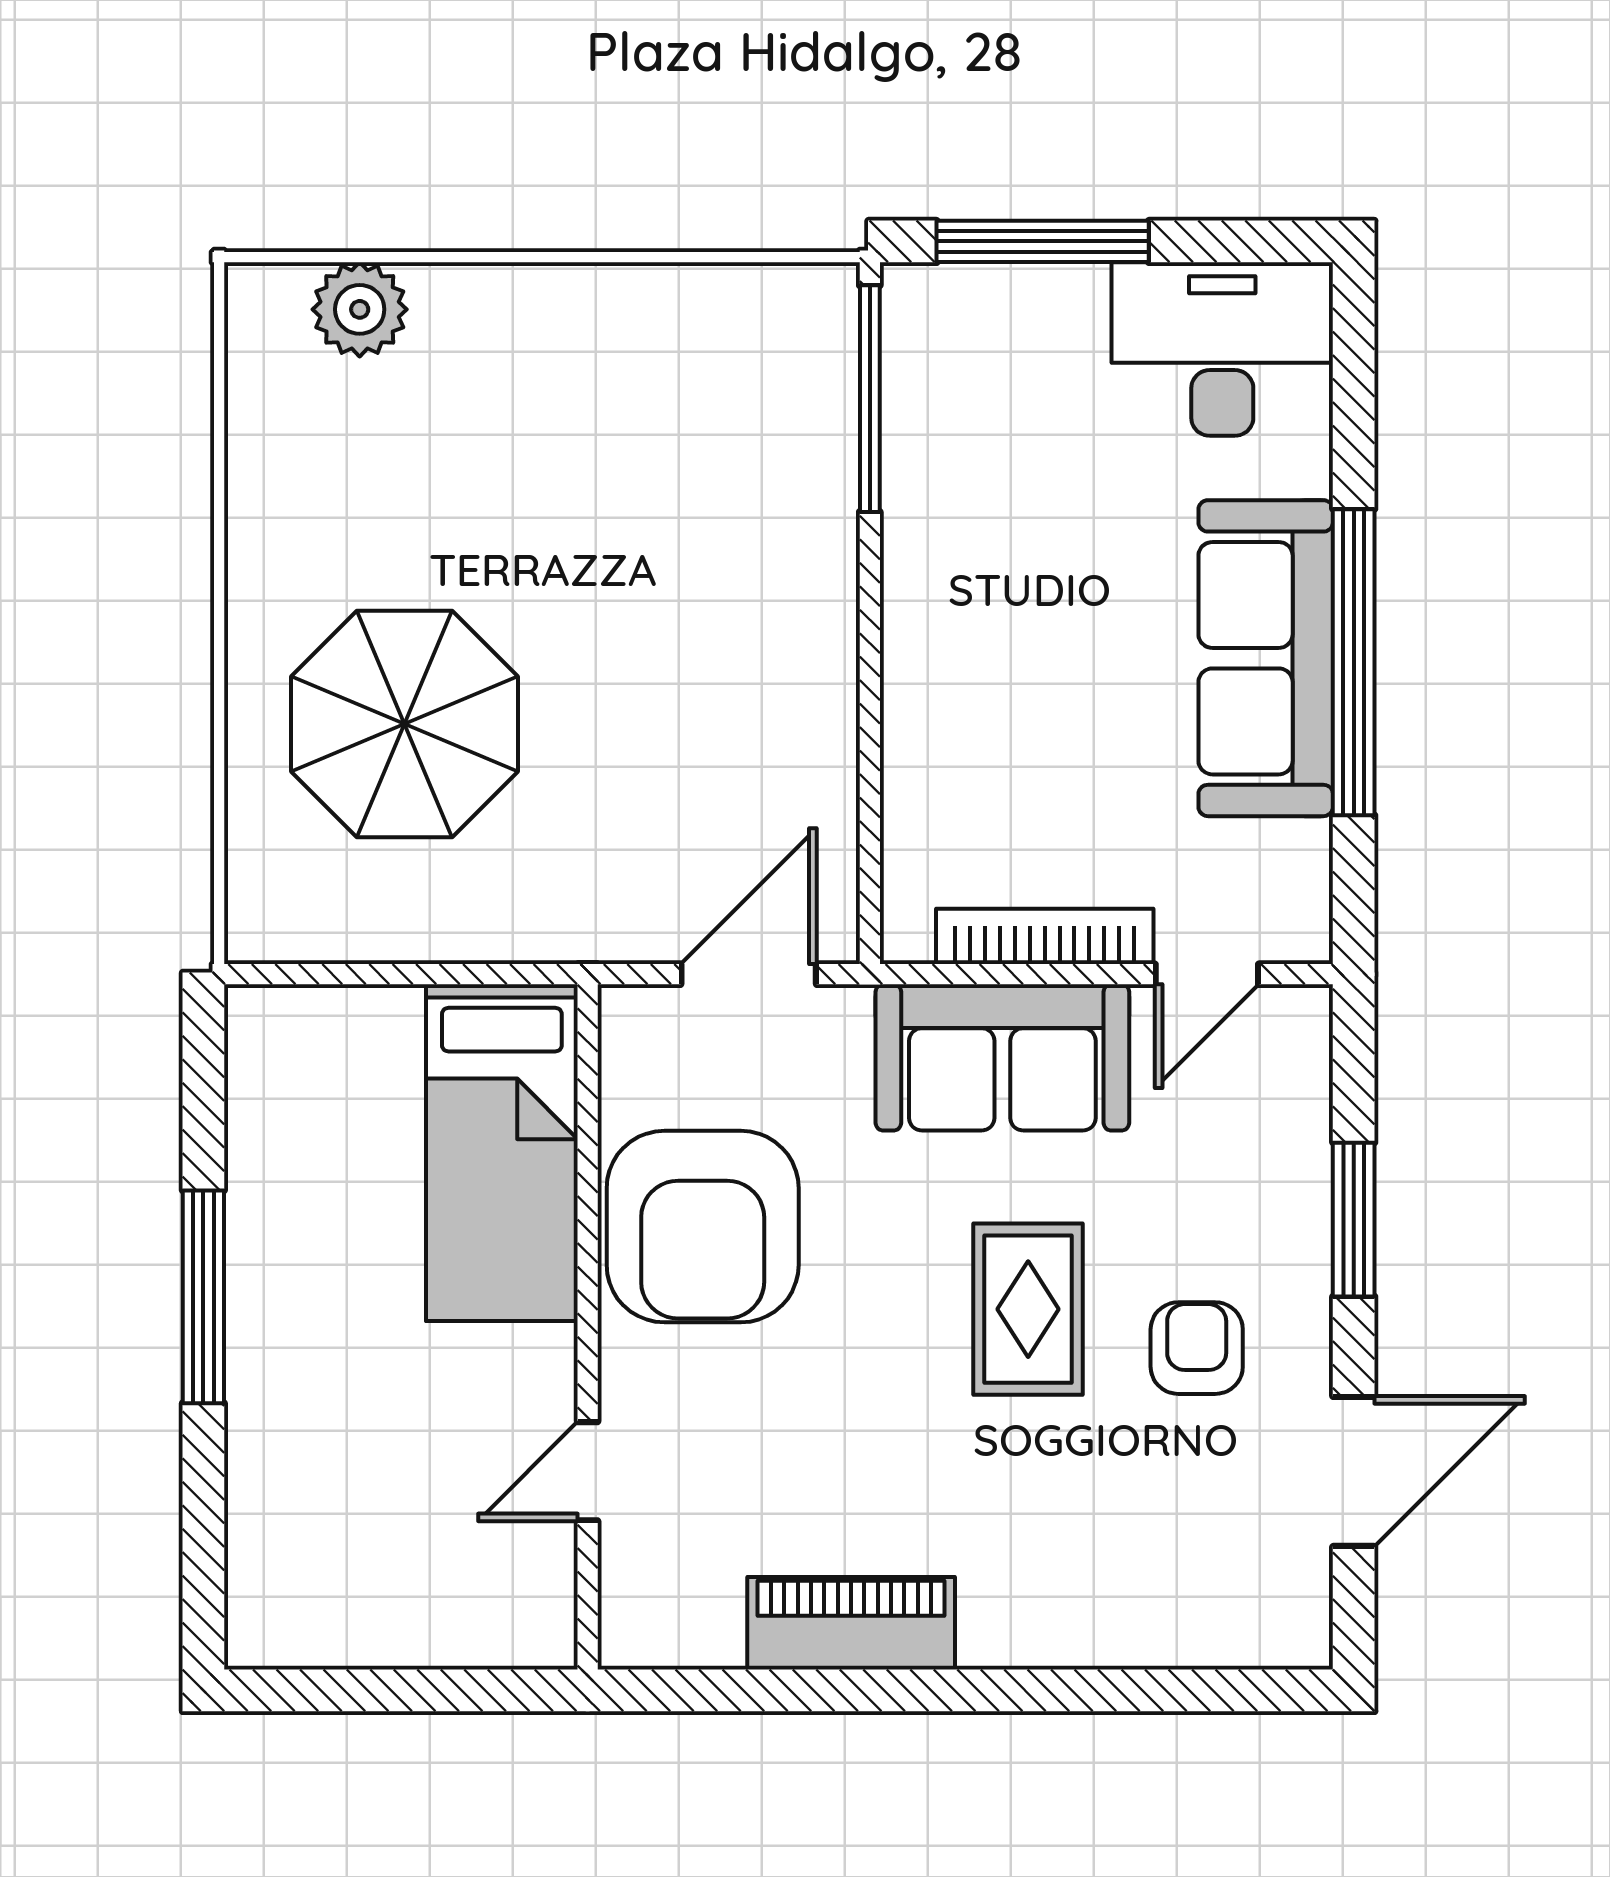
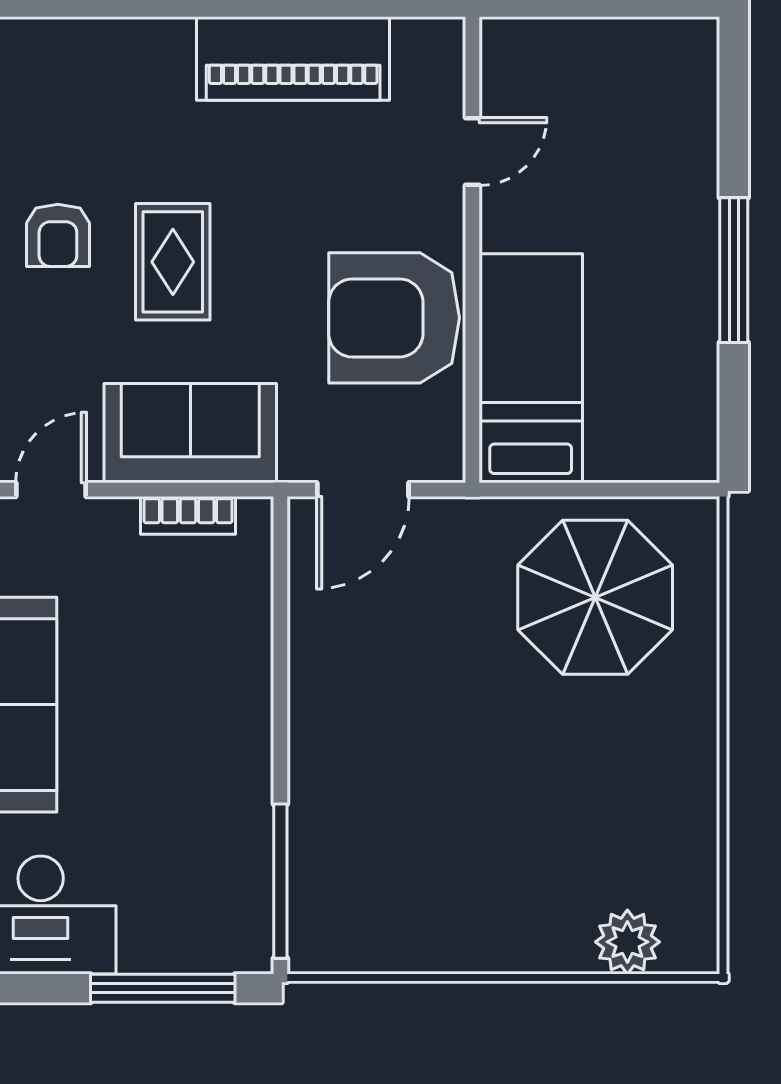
parasol: (404, 724) -> (595, 597), moved
bookcase: (1045, 936) -> (188, 515), width x0.64
armchair: (703, 1227) -> (394, 318), turned -90
piano: (851, 1623) -> (293, 58), width x1.37, depth x1.33

